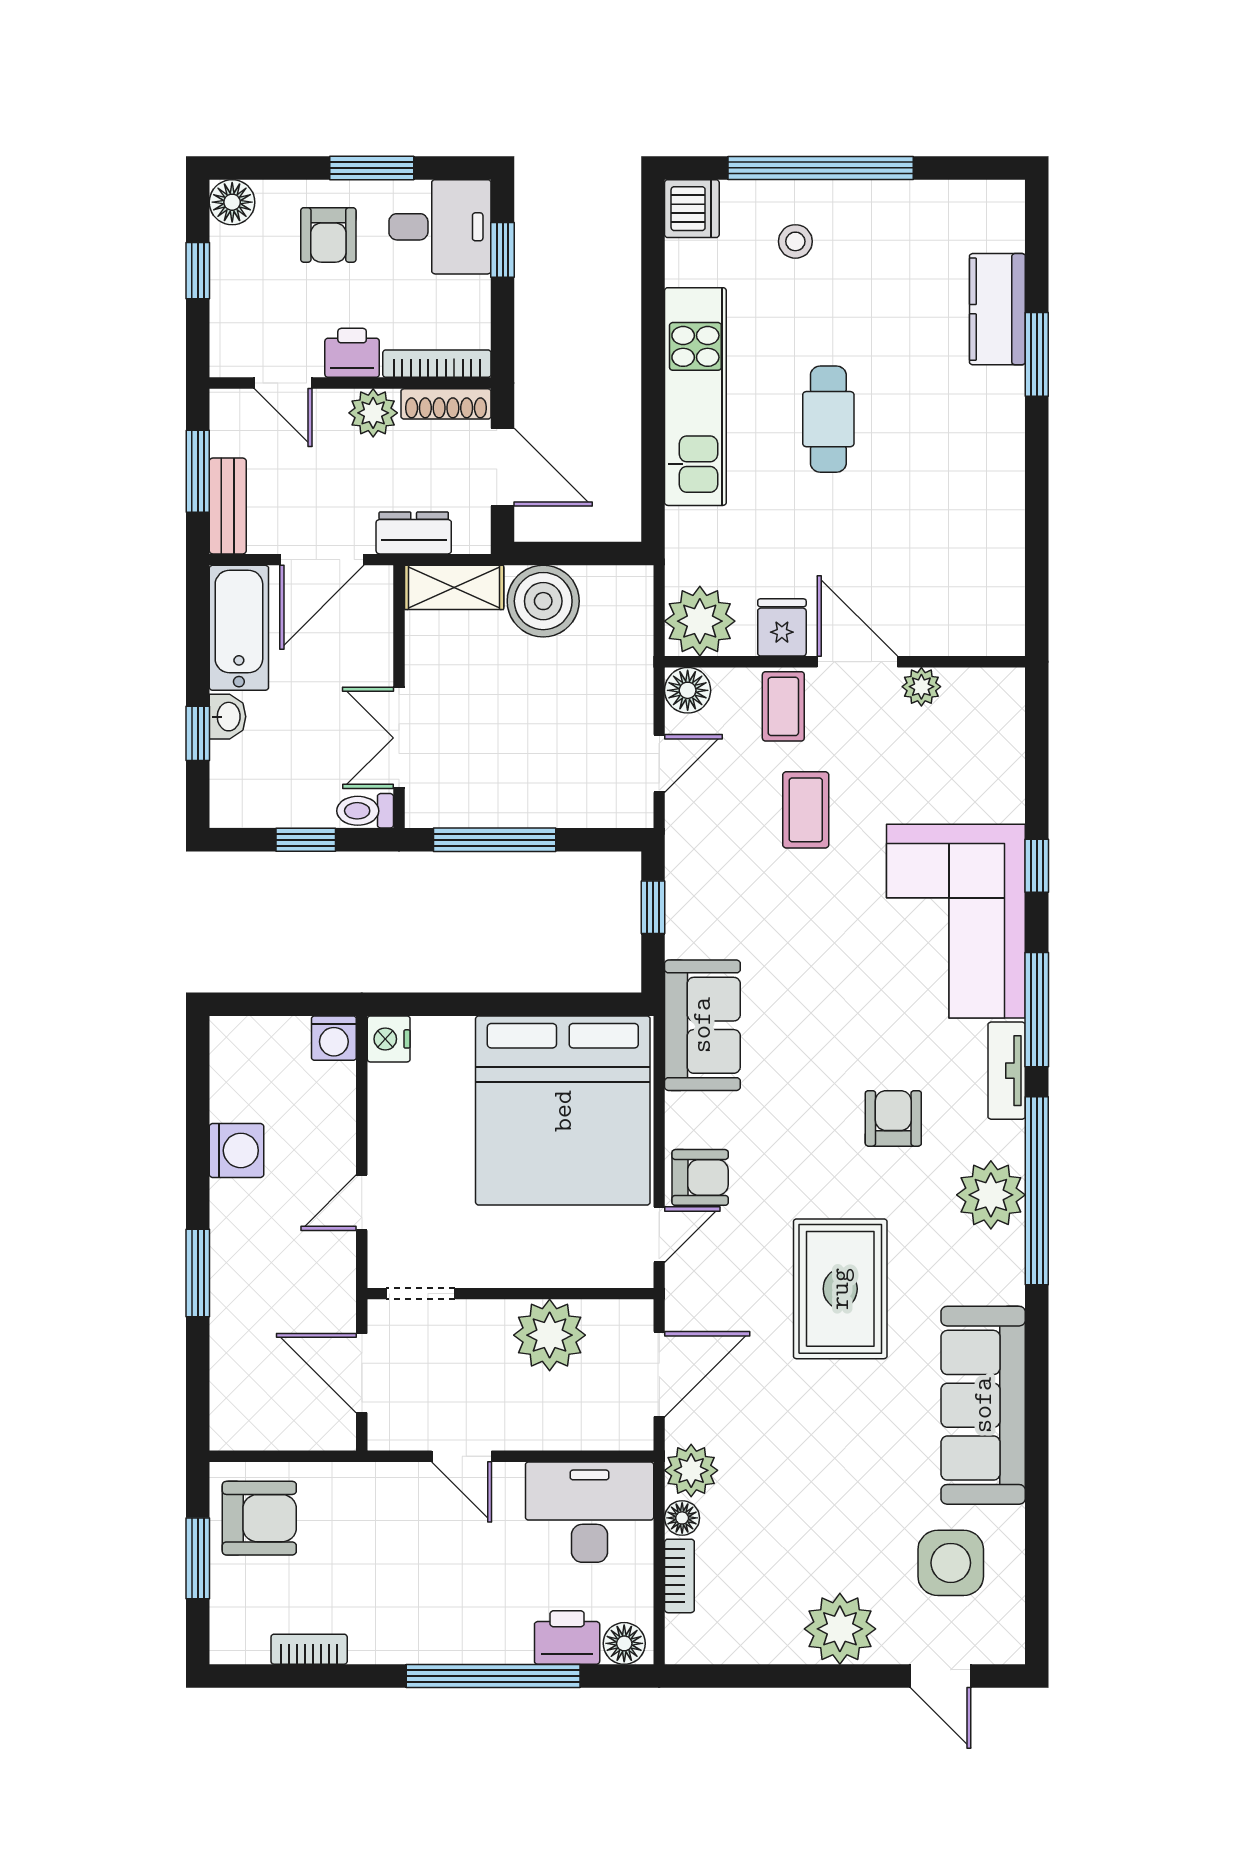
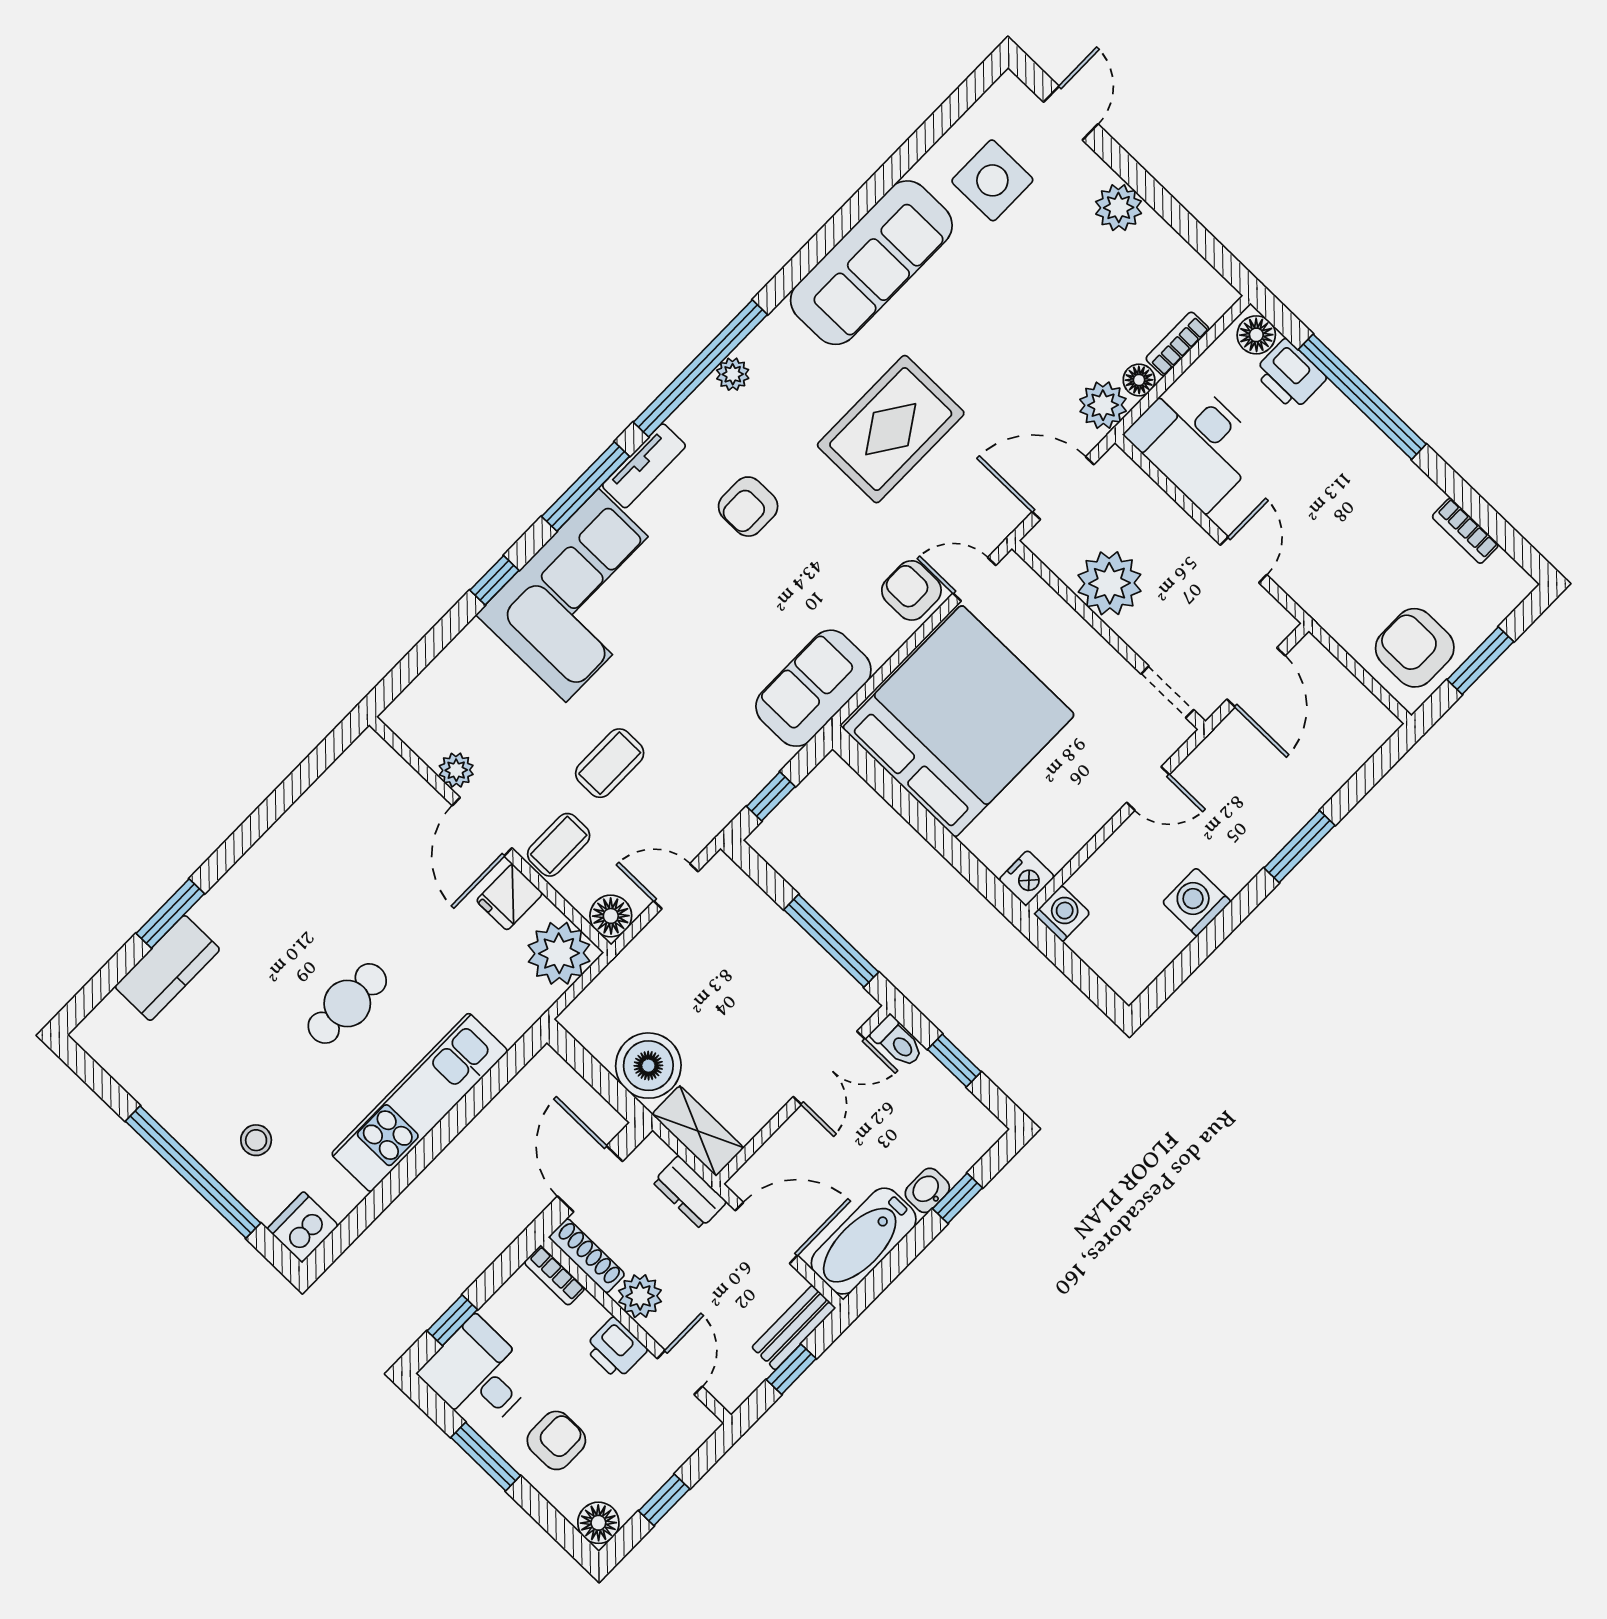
bookcase: (437, 364) -> (555, 1275), width x0.64
window: (198, 471) -> (791, 1369), width x0.67
plant: (991, 1195) -> (733, 374), width x0.53, depth x0.53
plant: (840, 1629) -> (1119, 208), width x0.73, depth x0.73

